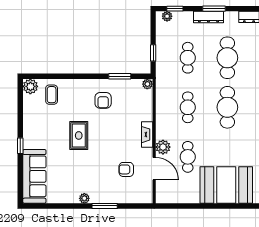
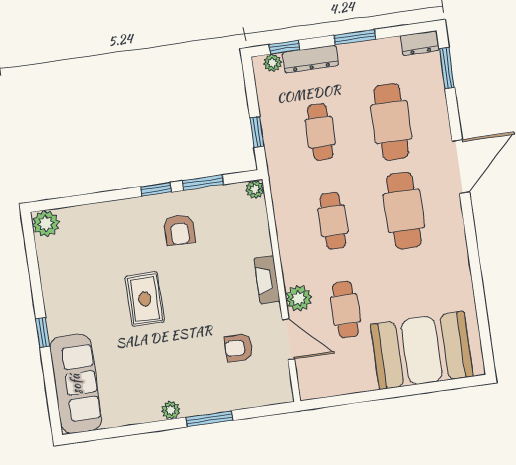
dresser: (208, 17) -> (310, 59), moved
window: (93, 76) -> (156, 189), added
coffee table: (52, 95) -> (86, 233), removed

